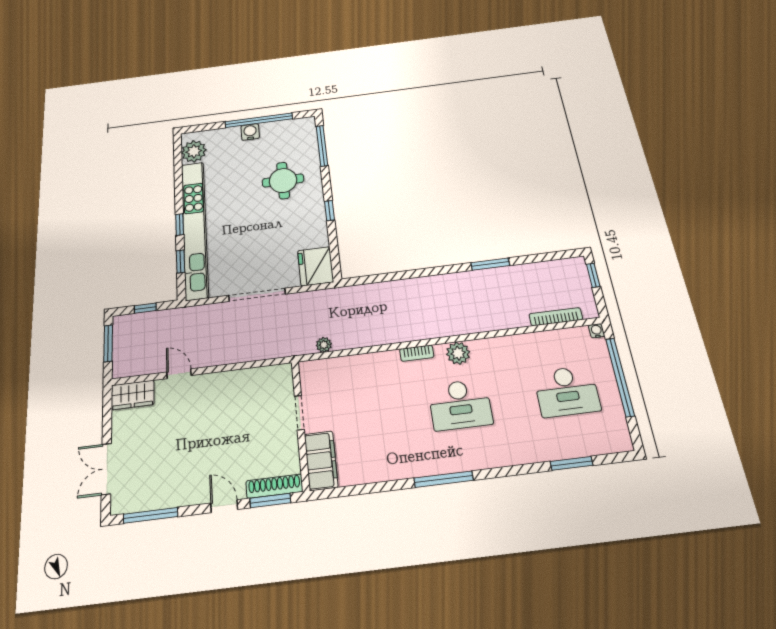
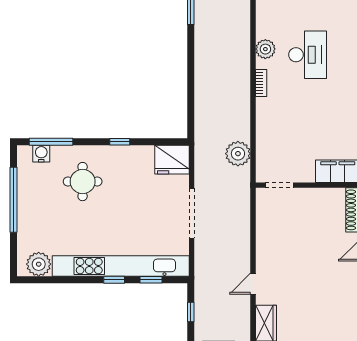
water cooler: (250, 132) -> (41, 154), moved, turned 90
plant: (324, 345) -> (238, 154), width x1.88, depth x1.88
doorway: (299, 413) -> (279, 185), moved

